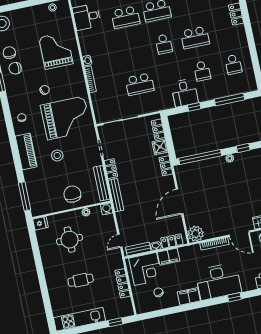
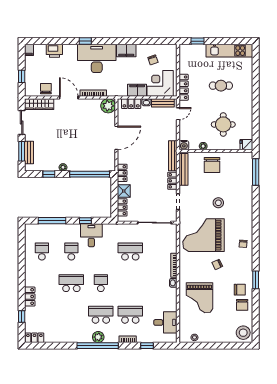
piano: (26, 151) -> (246, 212), removed
locker: (123, 283) -> (184, 87), moved

